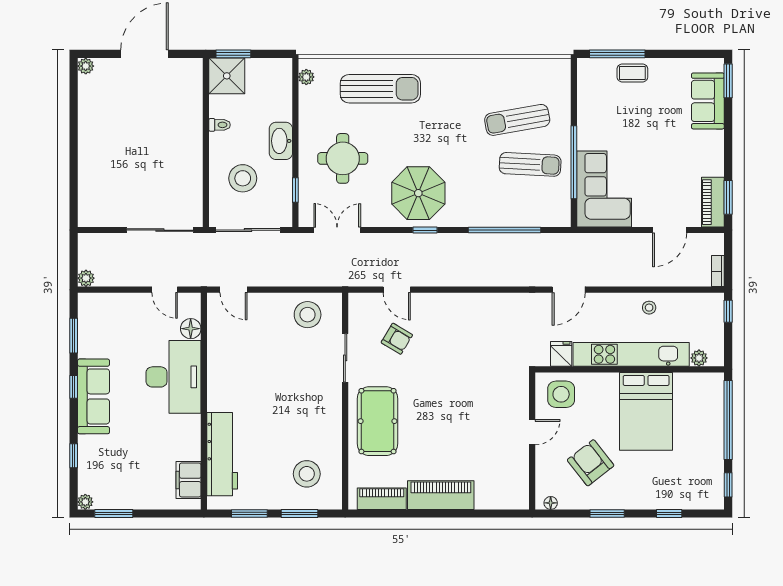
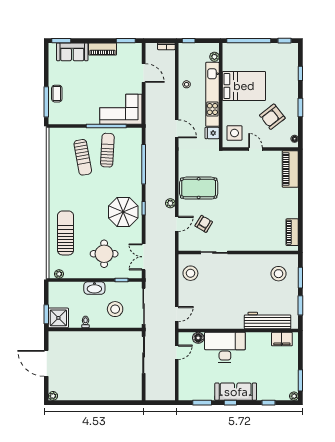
piano: (713, 202) -> (103, 49), moved
plant: (86, 278) -> (170, 203), moved
pool table: (377, 421) -> (199, 188), moved
piano: (441, 495) -> (290, 169), moved

